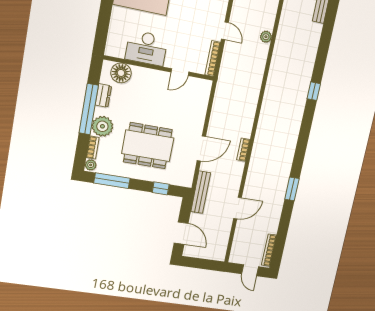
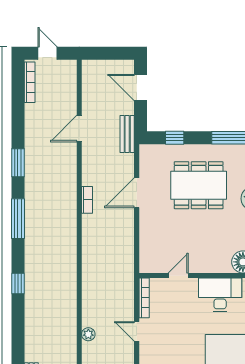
window: (302, 144) -> (18, 219), added
bench: (201, 192) -> (127, 134), width x0.73

